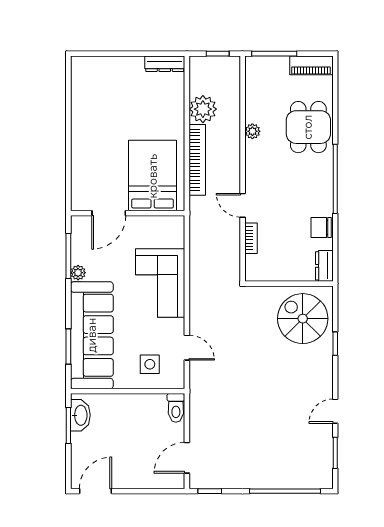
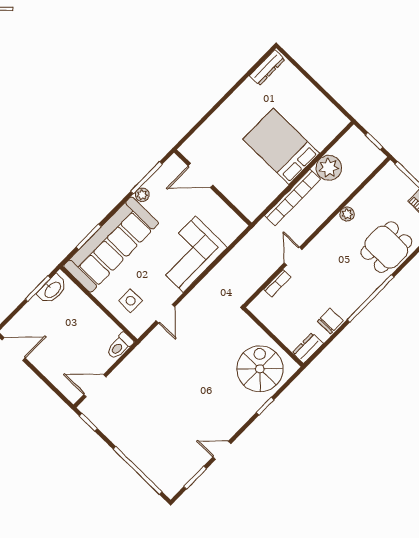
dresser: (165, 64) -> (267, 68), moved, turned -90
bed: (153, 176) -> (281, 146), moved, turned -90
chair: (321, 227) -> (330, 321), turned 89

